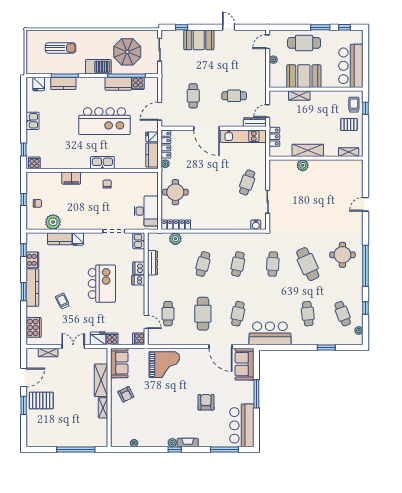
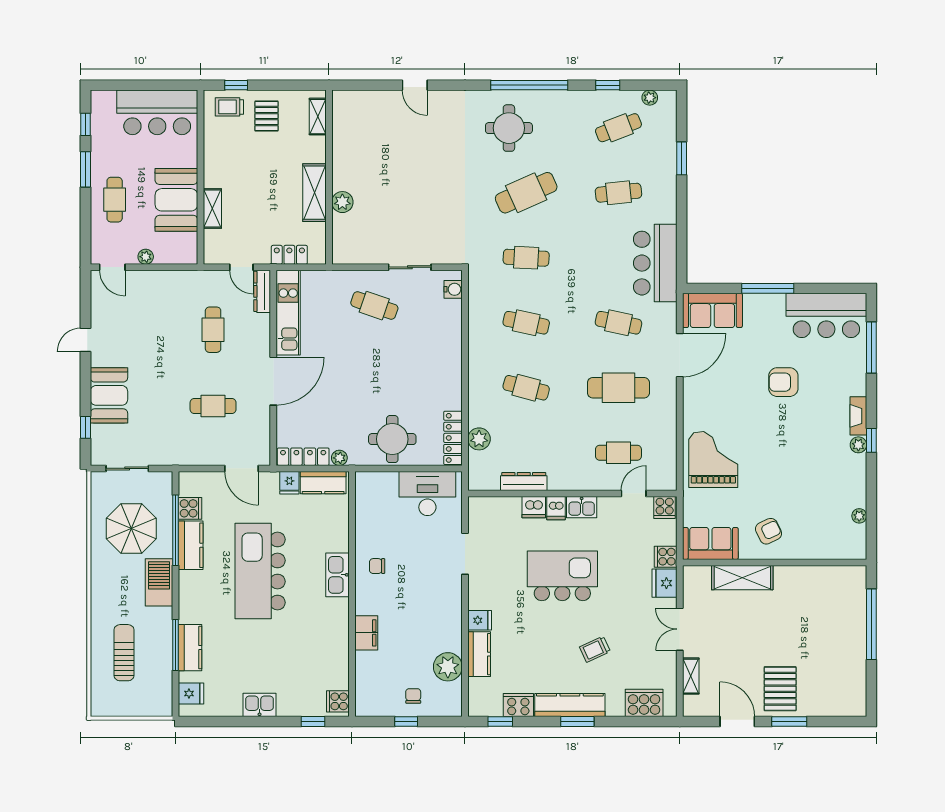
cafe table: (304, 43) -> (115, 200), width x0.73, depth x0.74
kitchen island: (104, 121) -> (260, 571), turned 180
kitchen sink: (139, 241) -> (582, 507), moved
shelving: (103, 408) -> (794, 574), removed

